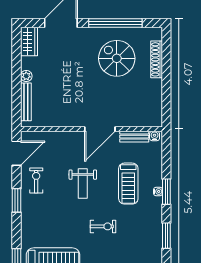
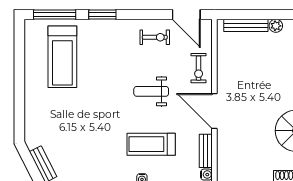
window: (17, 200) -> (102, 14), moved
exercise bike: (103, 226) -> (199, 68), moved

